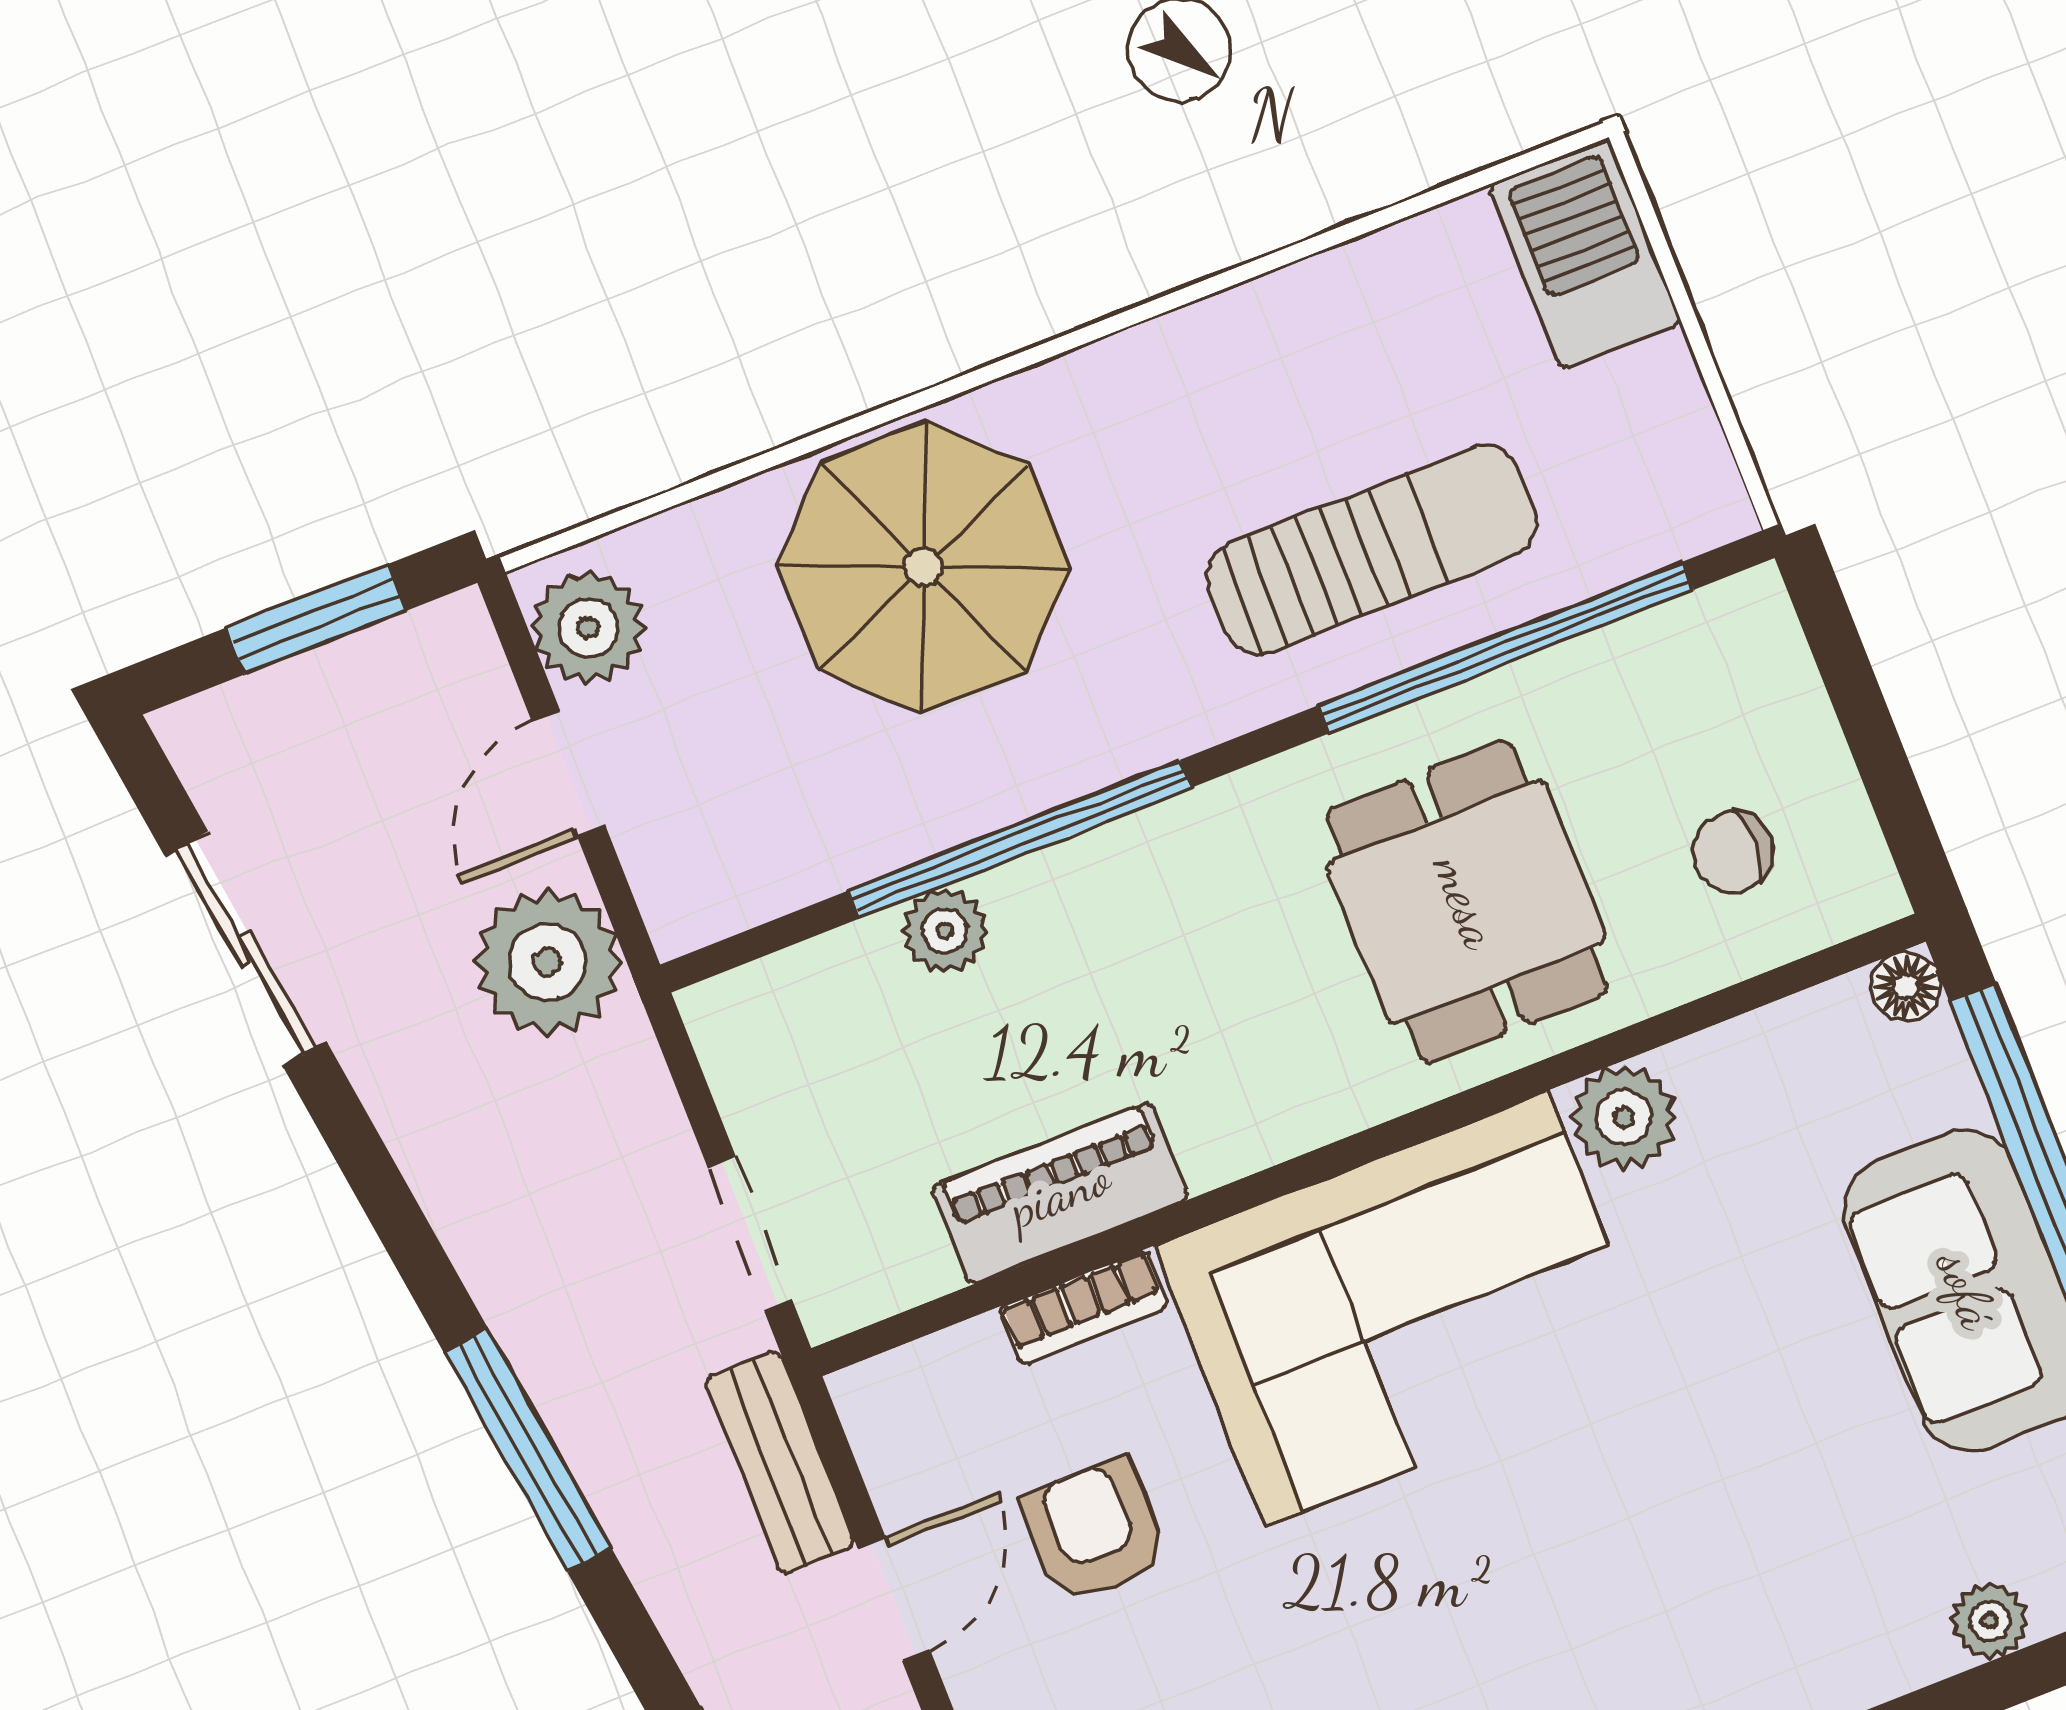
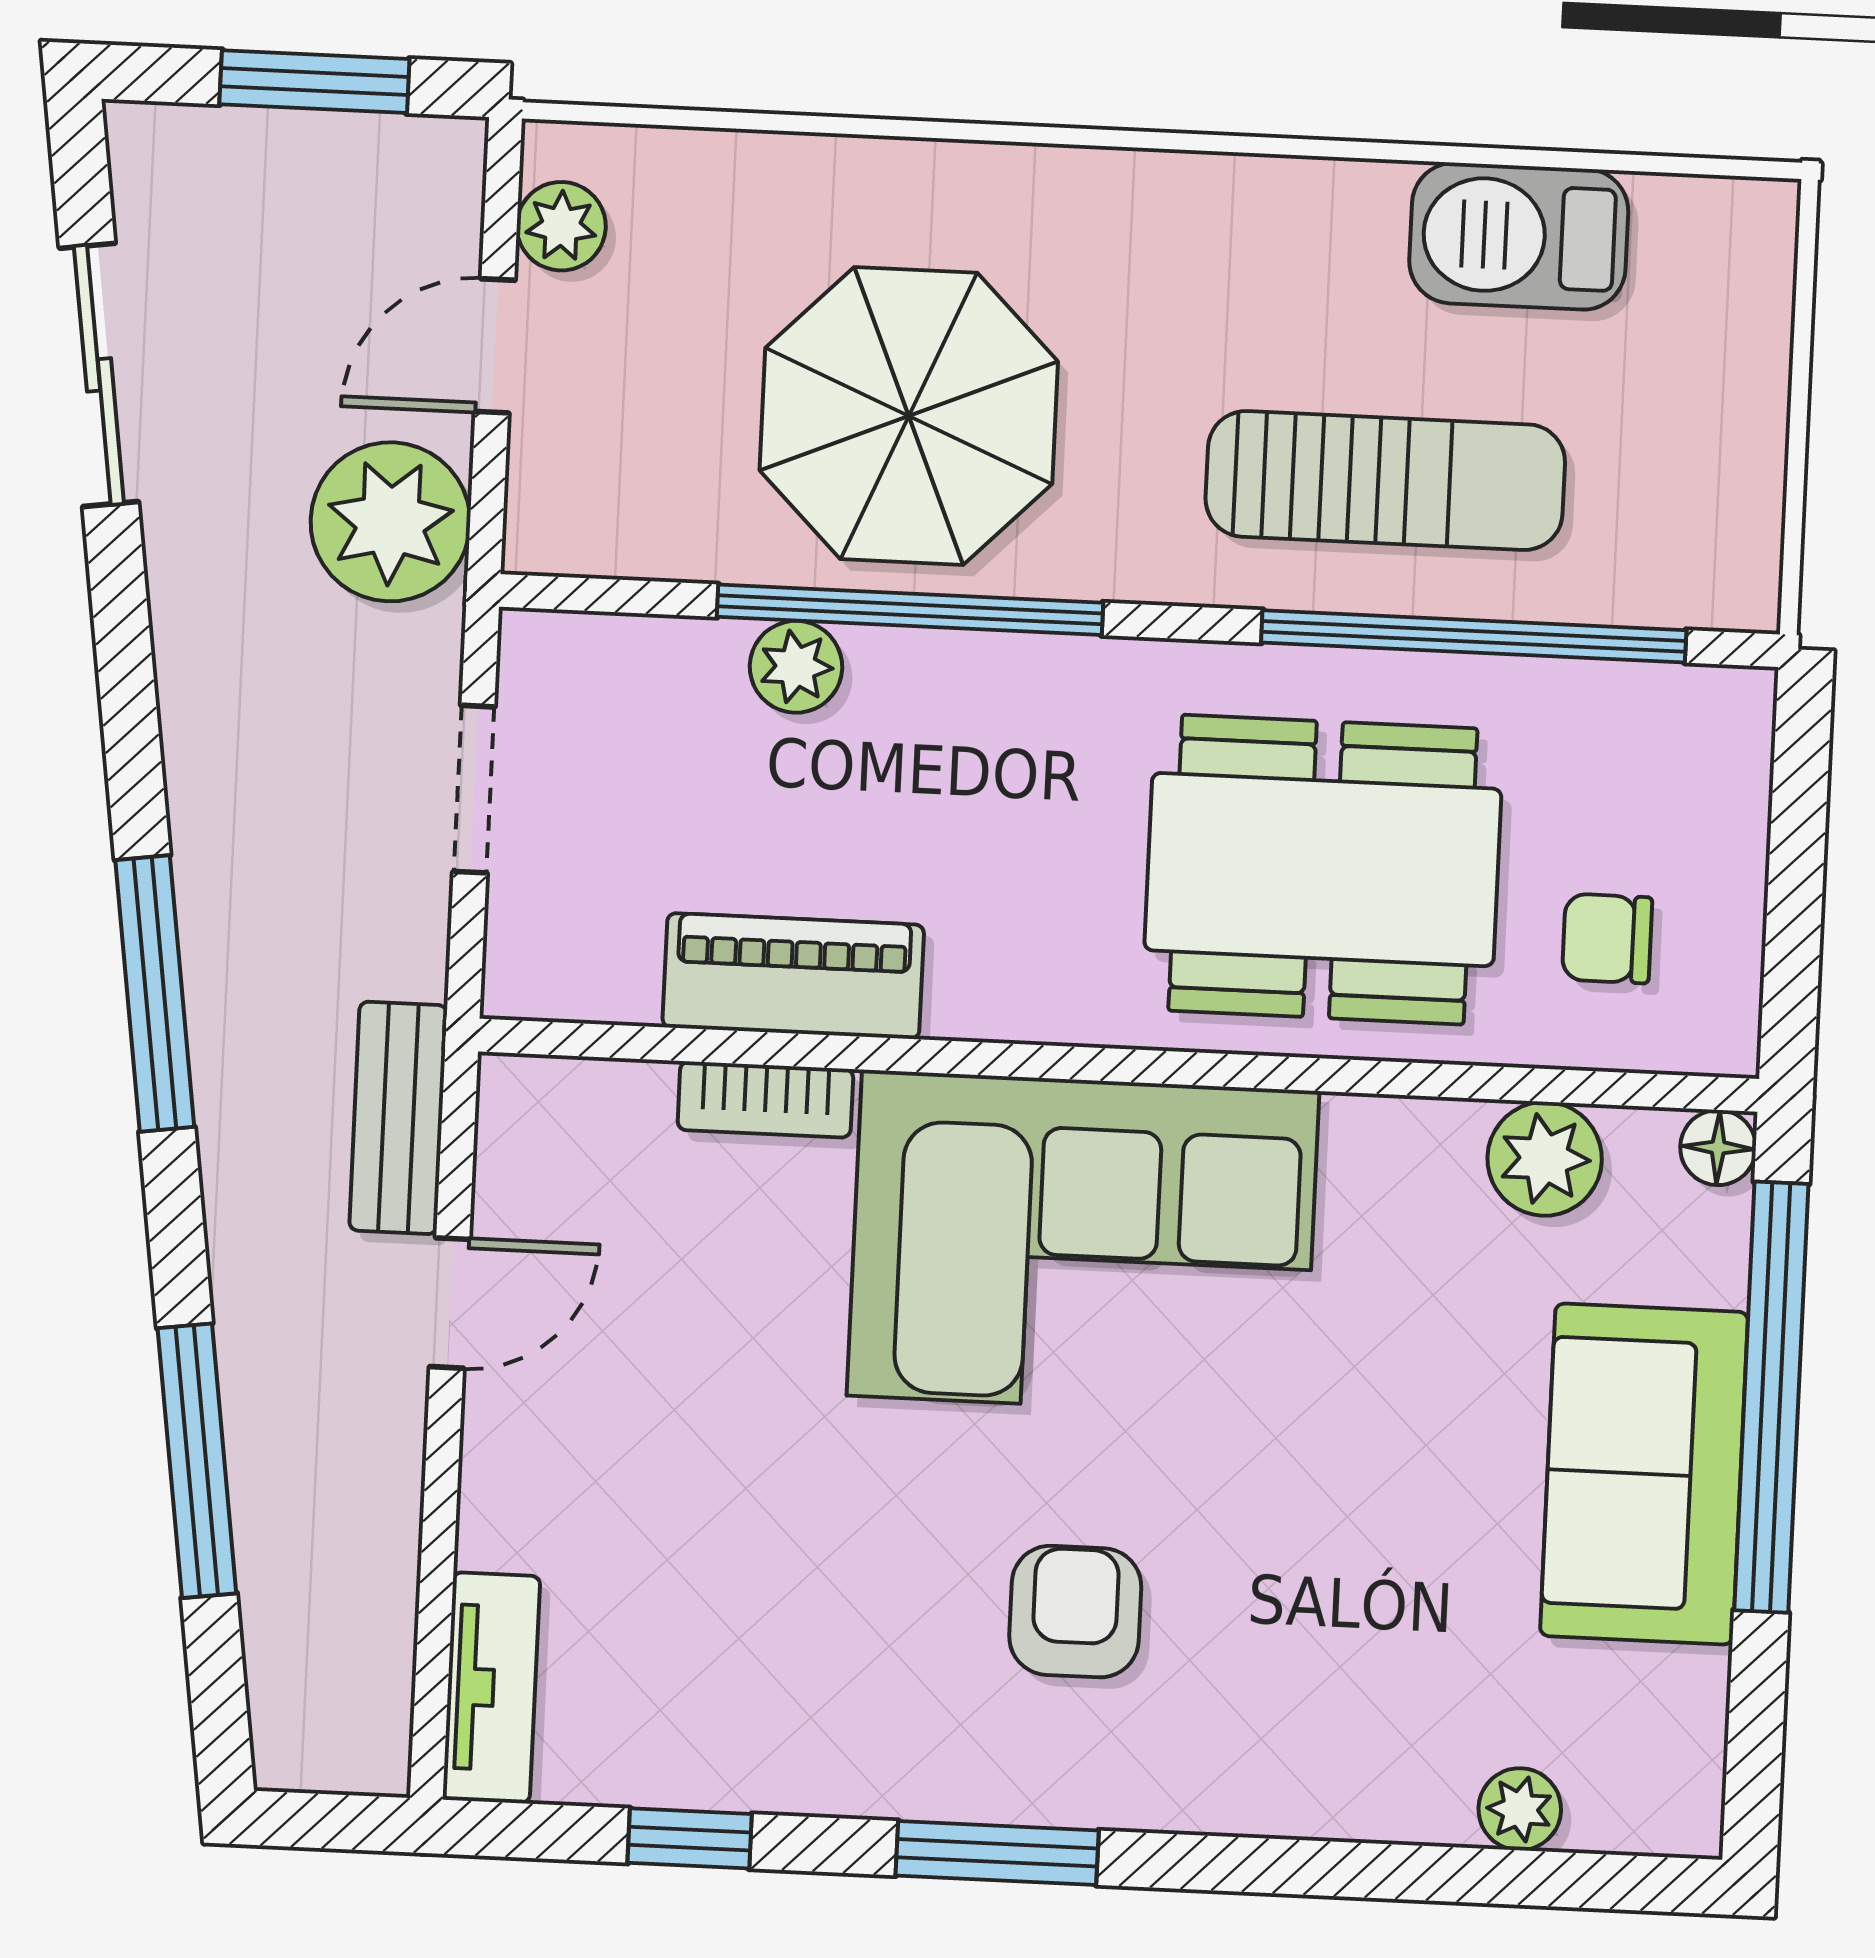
barbecue: (1585, 254) -> (1519, 236), moved, turned -90
parasol: (923, 567) -> (909, 416), moved
plant: (588, 628) -> (561, 226), width x0.73, depth x0.73
dining table: (1467, 902) -> (1323, 870), width x1.38
plant: (1624, 1117) -> (1545, 1159), moved
doorway: (750, 1234) -> (474, 789), moved
armchair: (1094, 1531) -> (1075, 1612), moved

